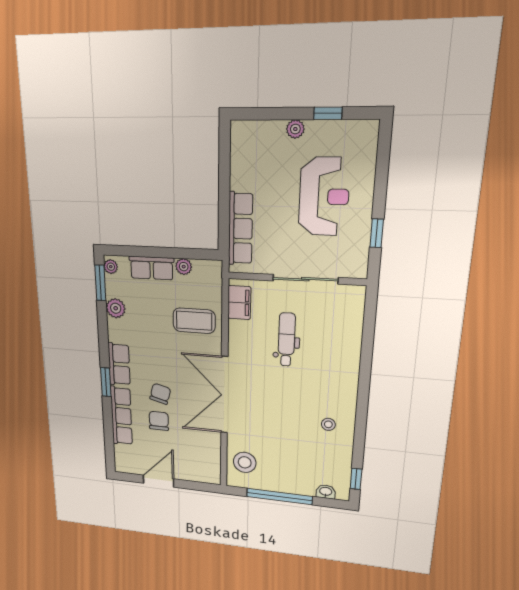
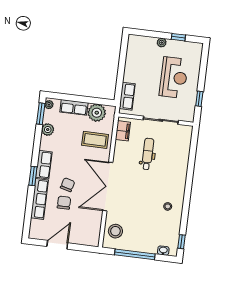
row of seats: (240, 229) -> (127, 96), width x0.68
plant: (184, 267) -> (97, 113), width x1.88, depth x1.88

